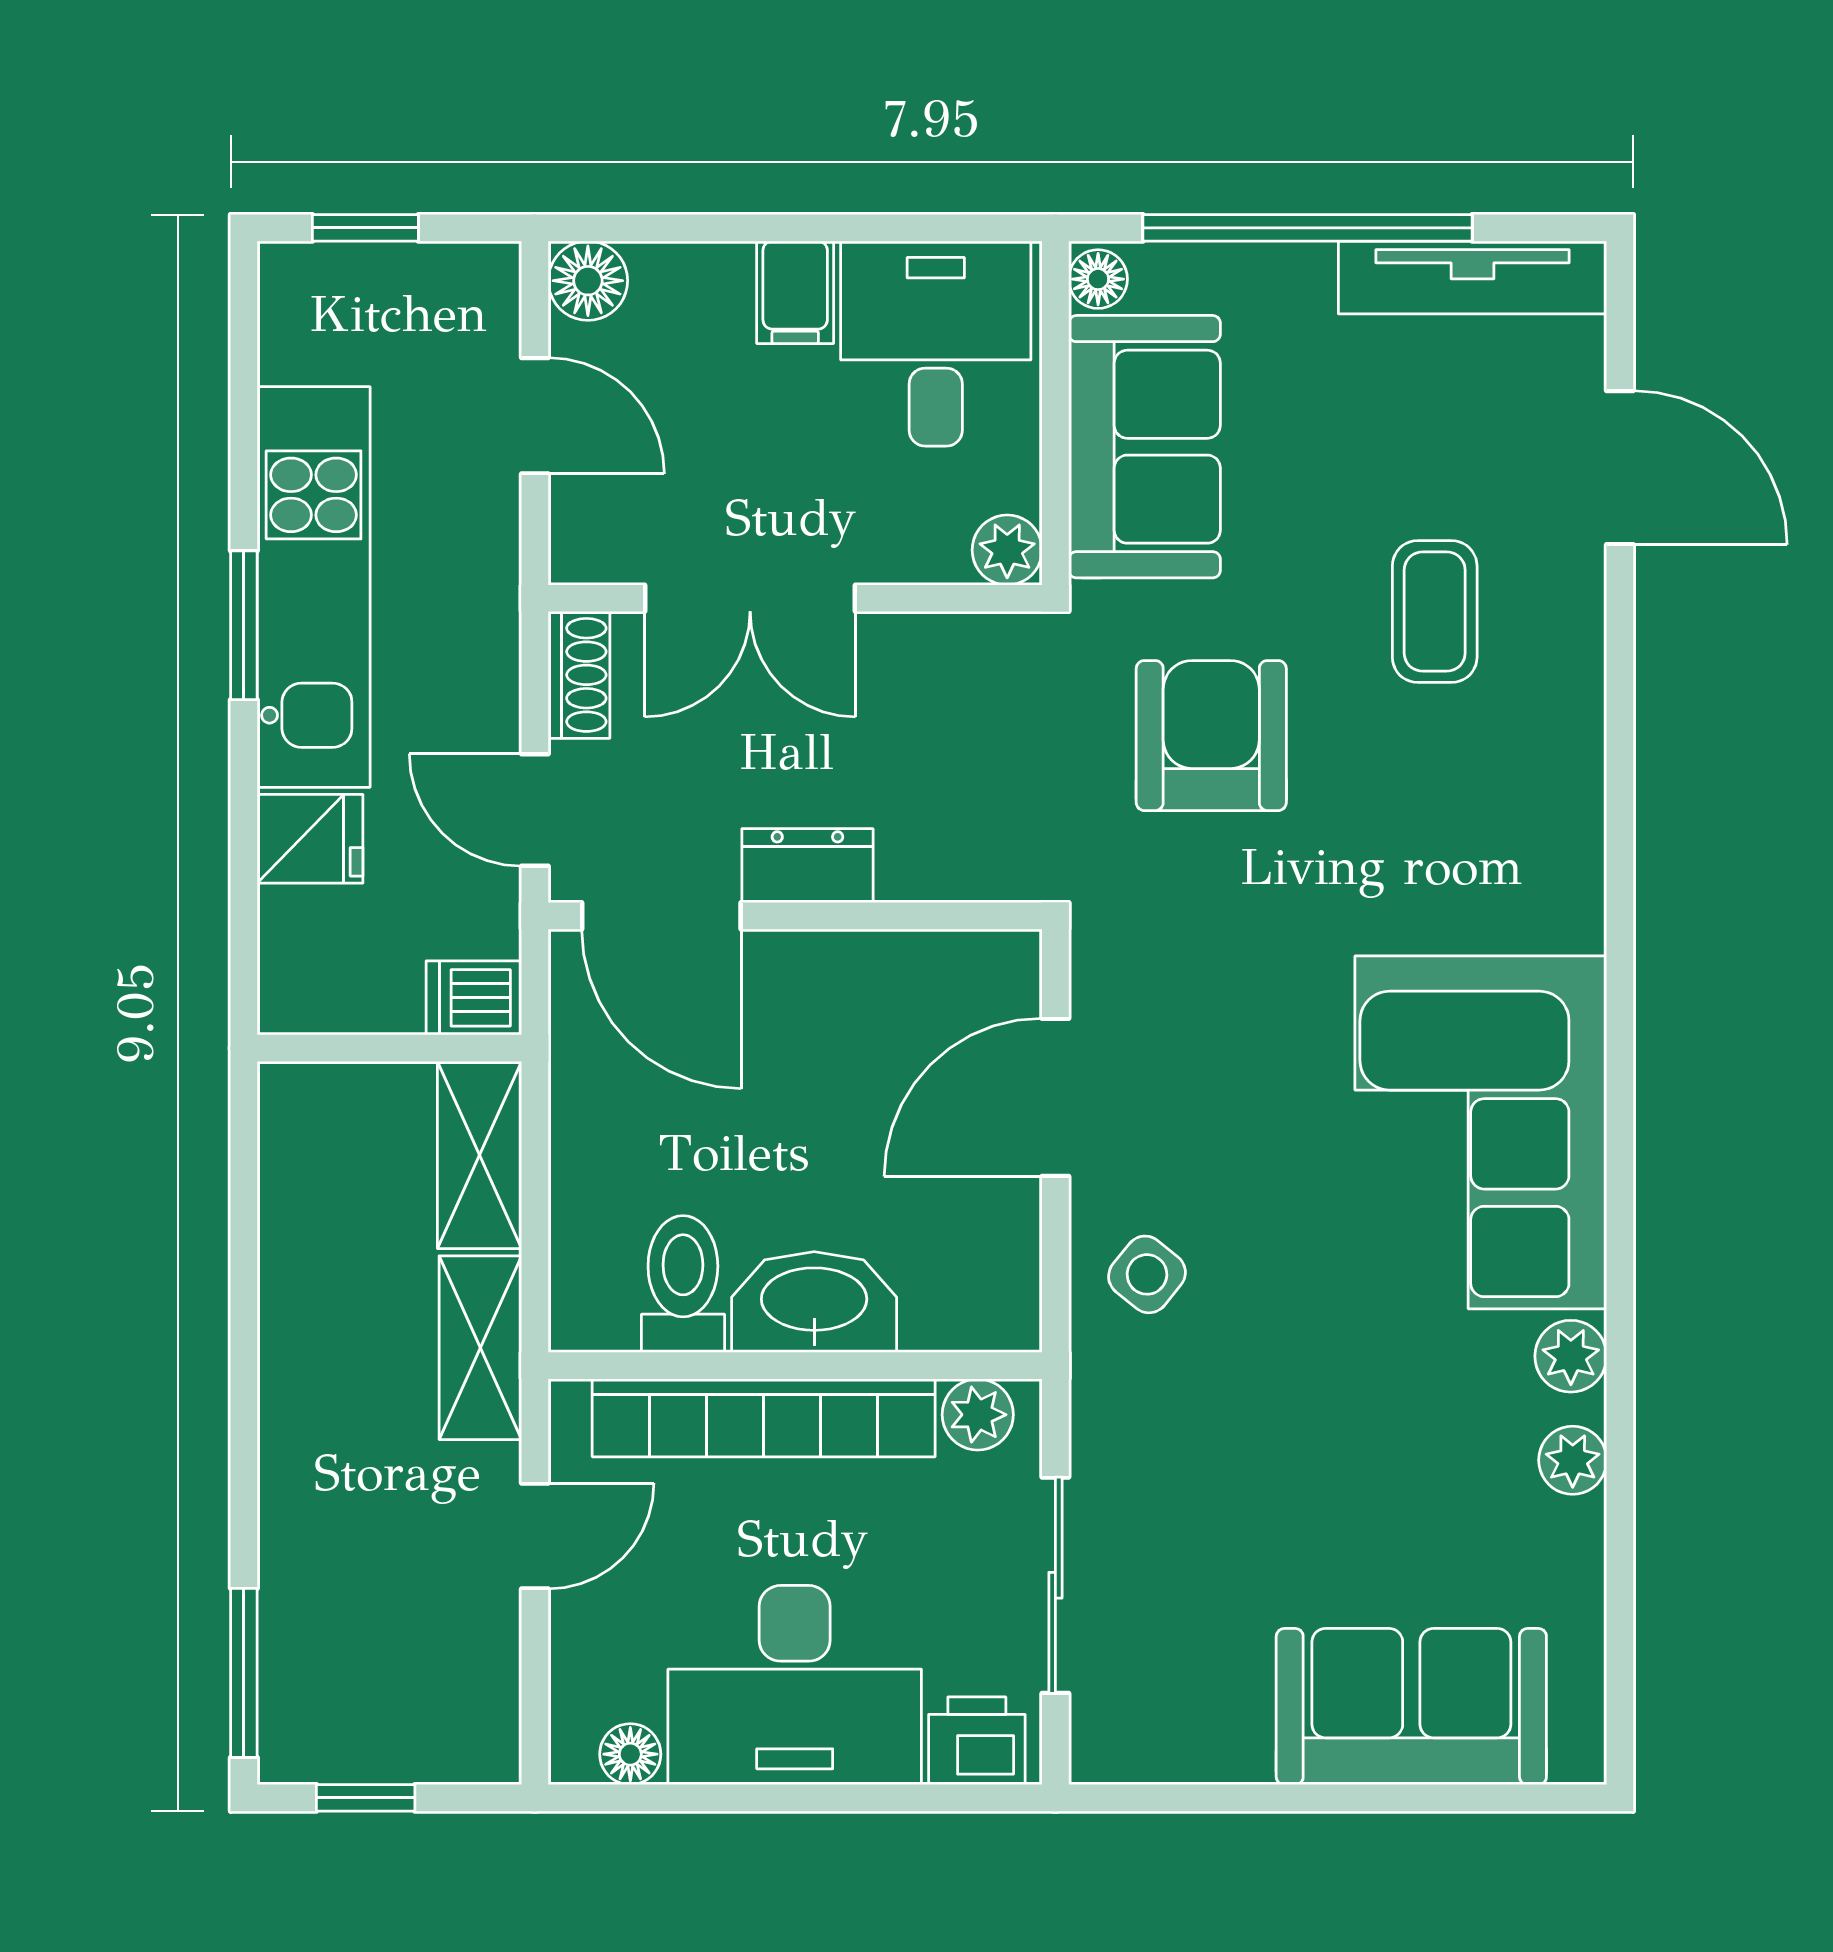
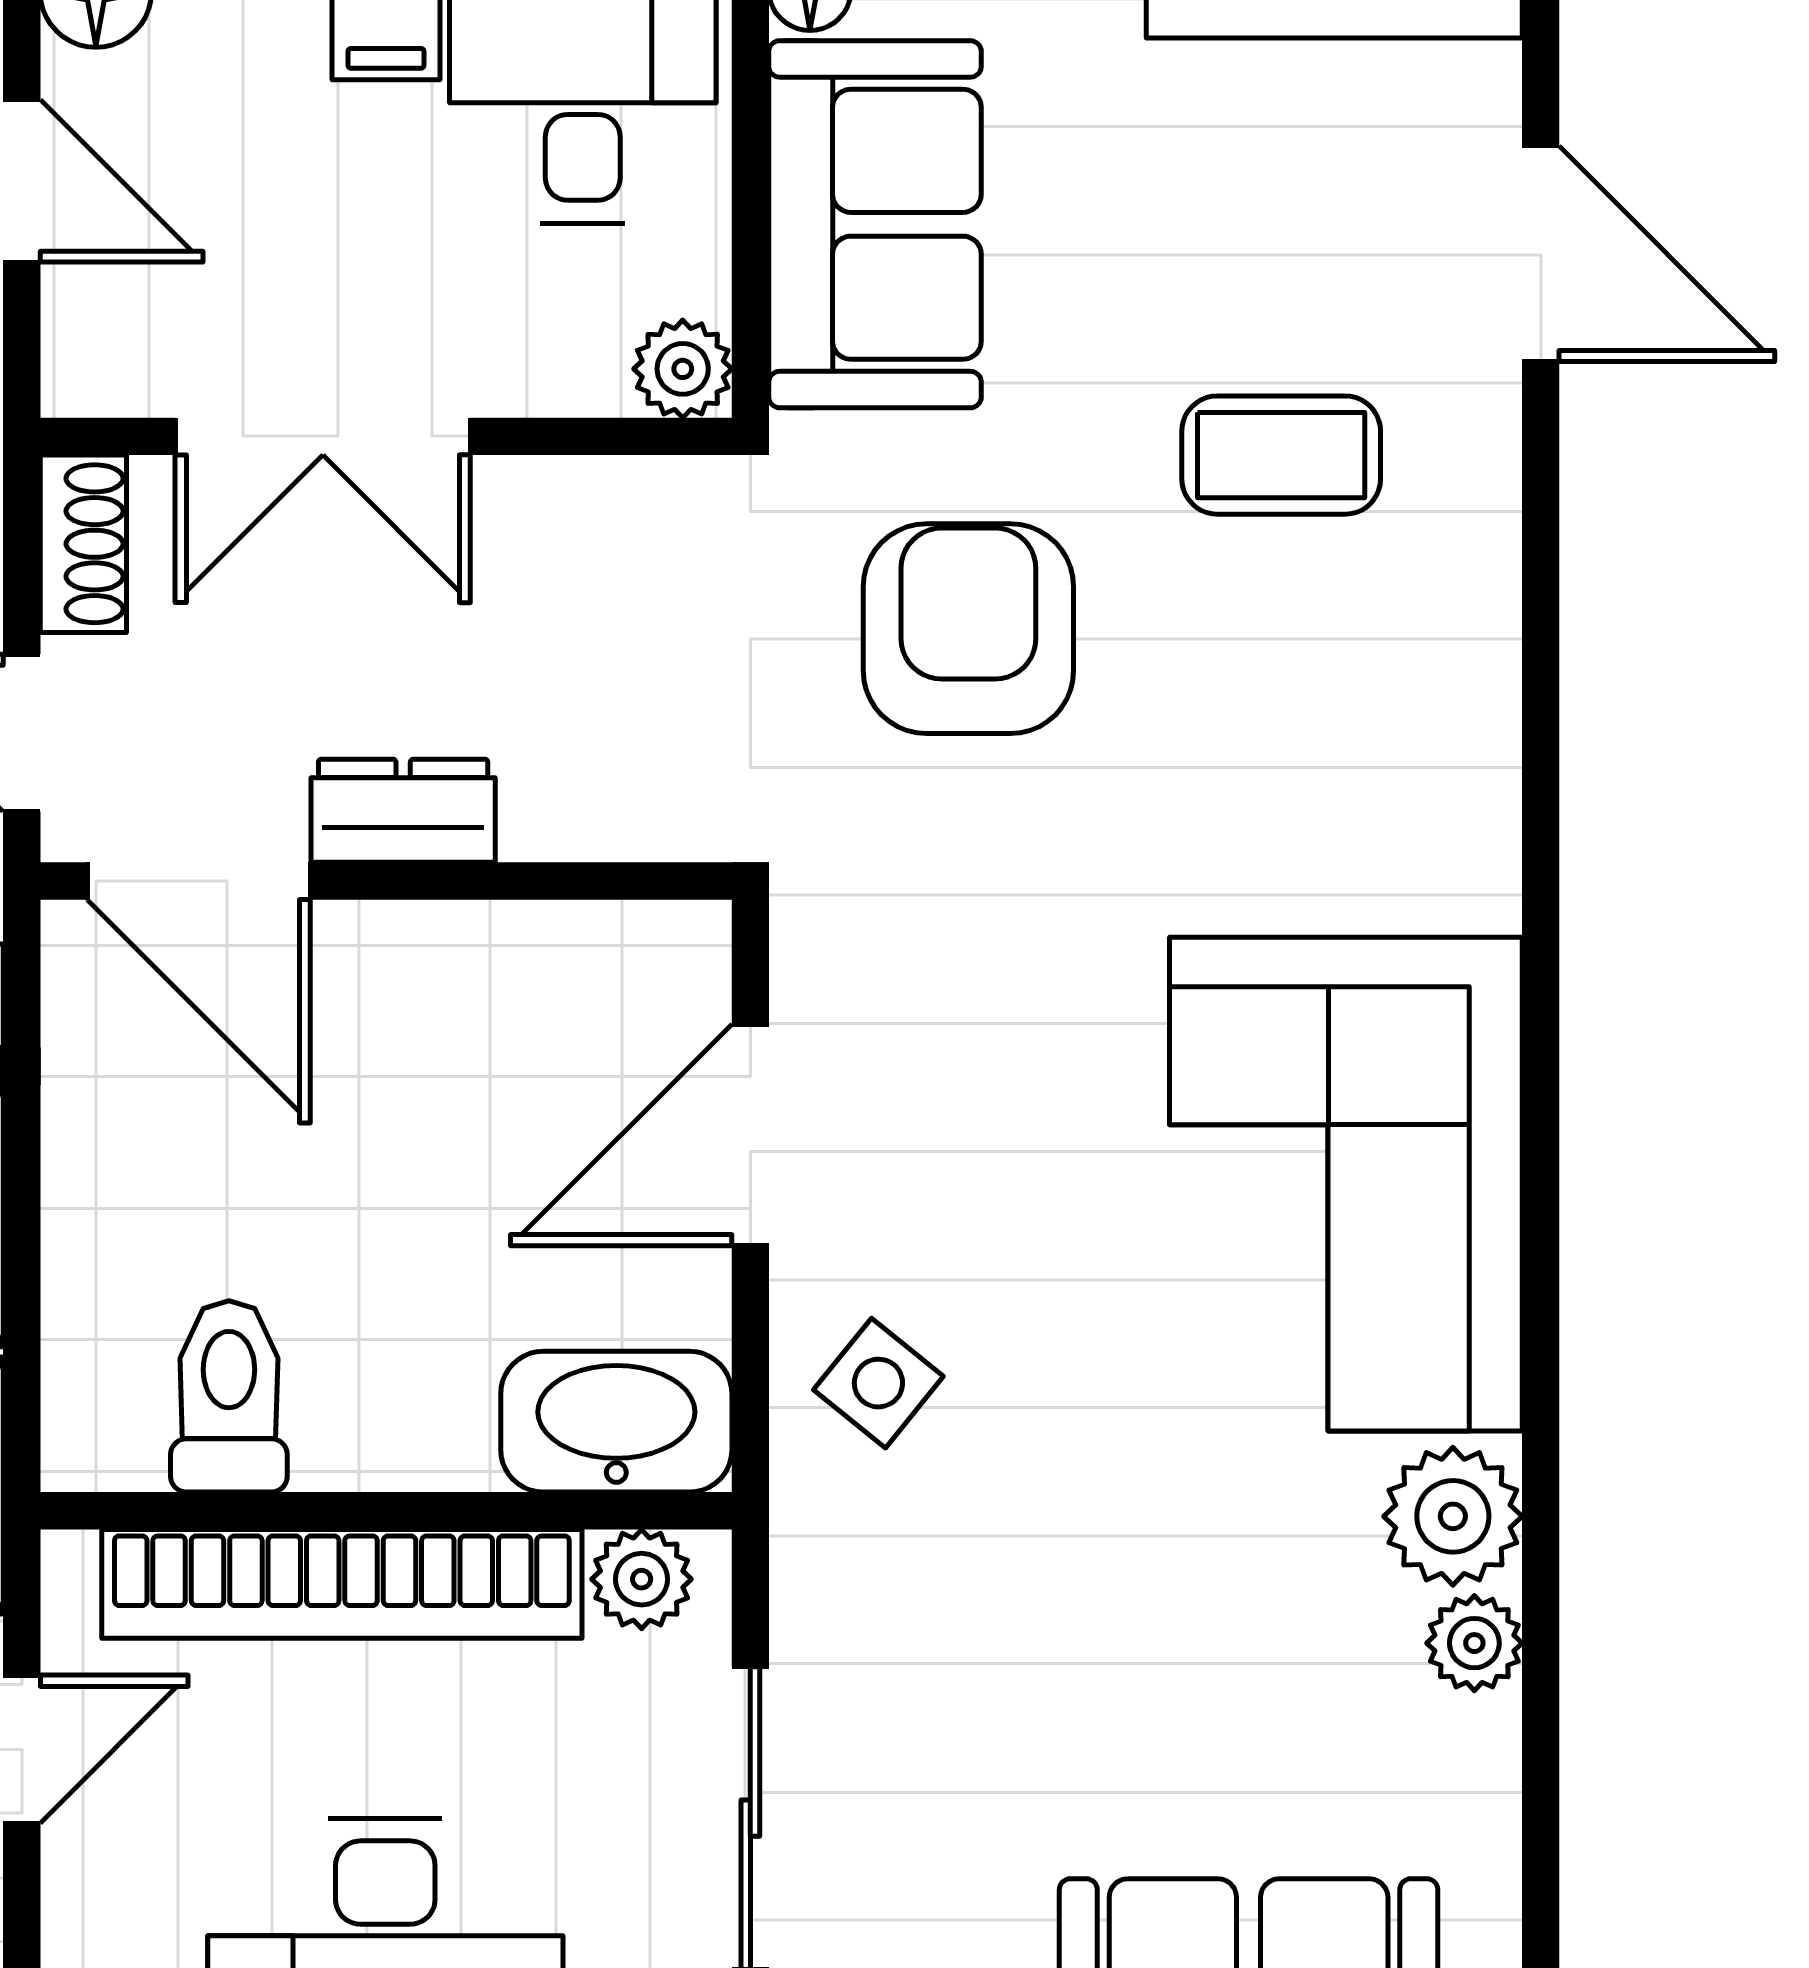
coffee table: (1435, 612) -> (1281, 455), turned 90
washbasin: (814, 1302) -> (616, 1422), moved
plant: (1571, 1356) -> (1453, 1516), width x1.38, depth x1.38

